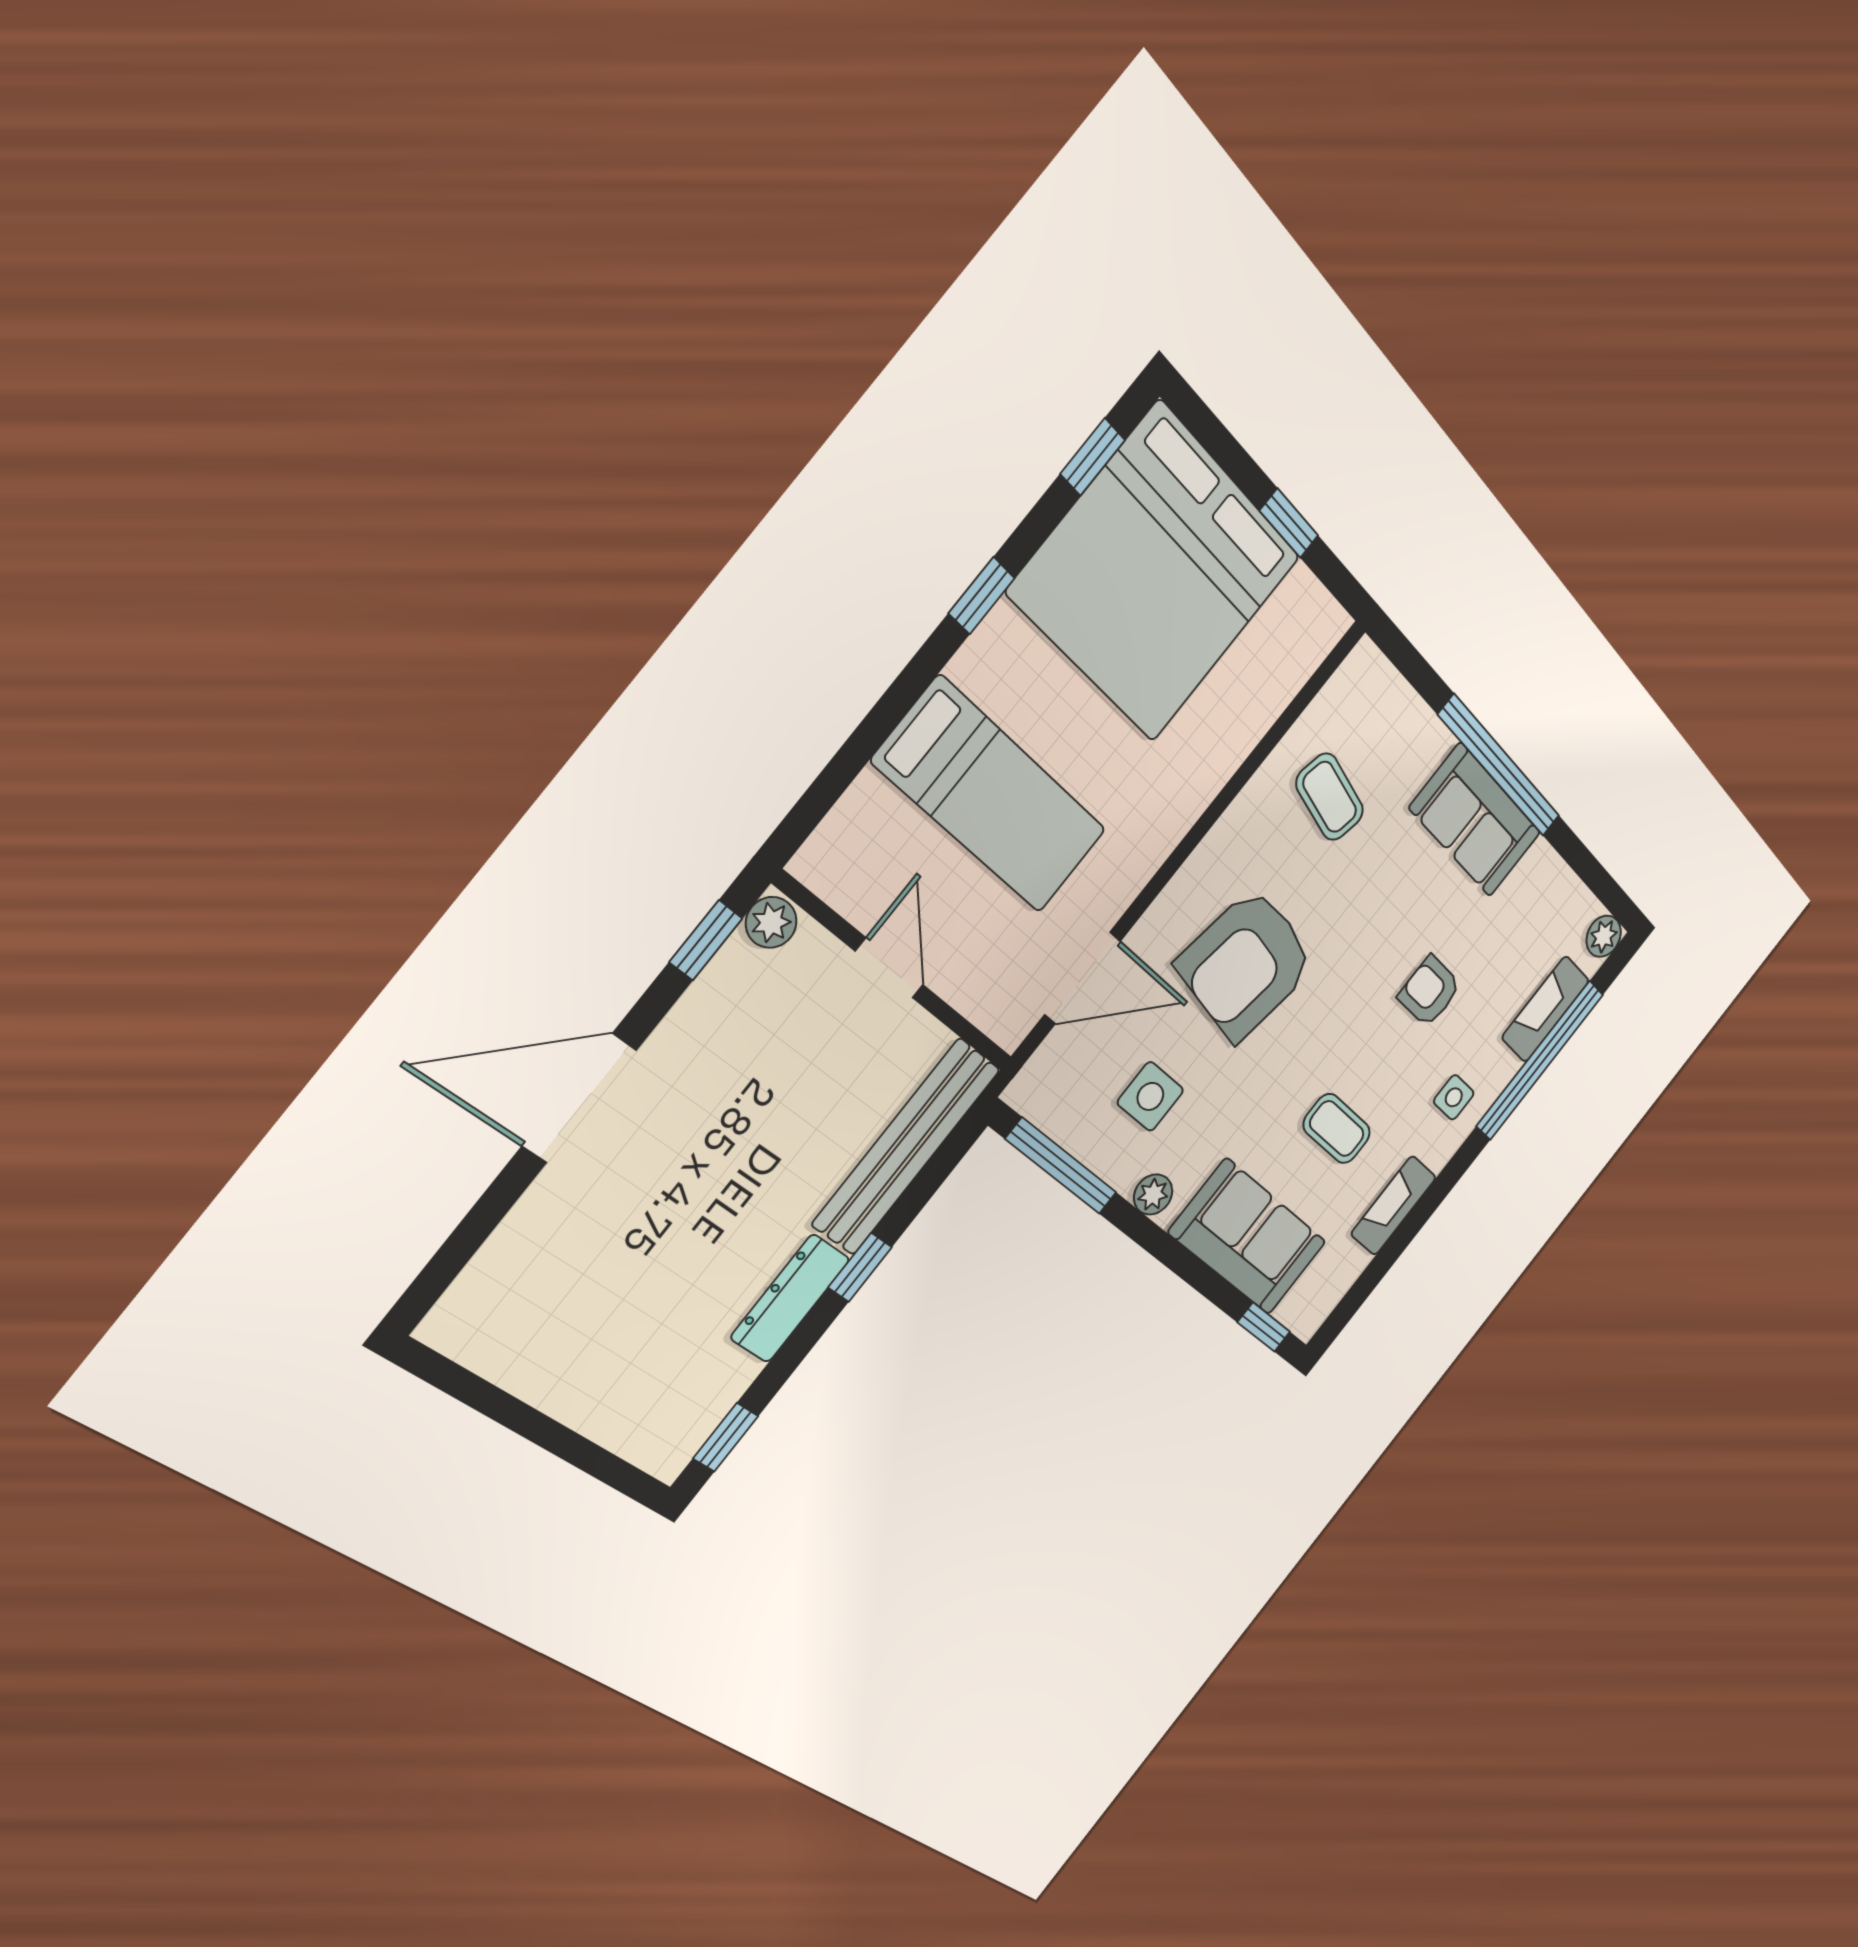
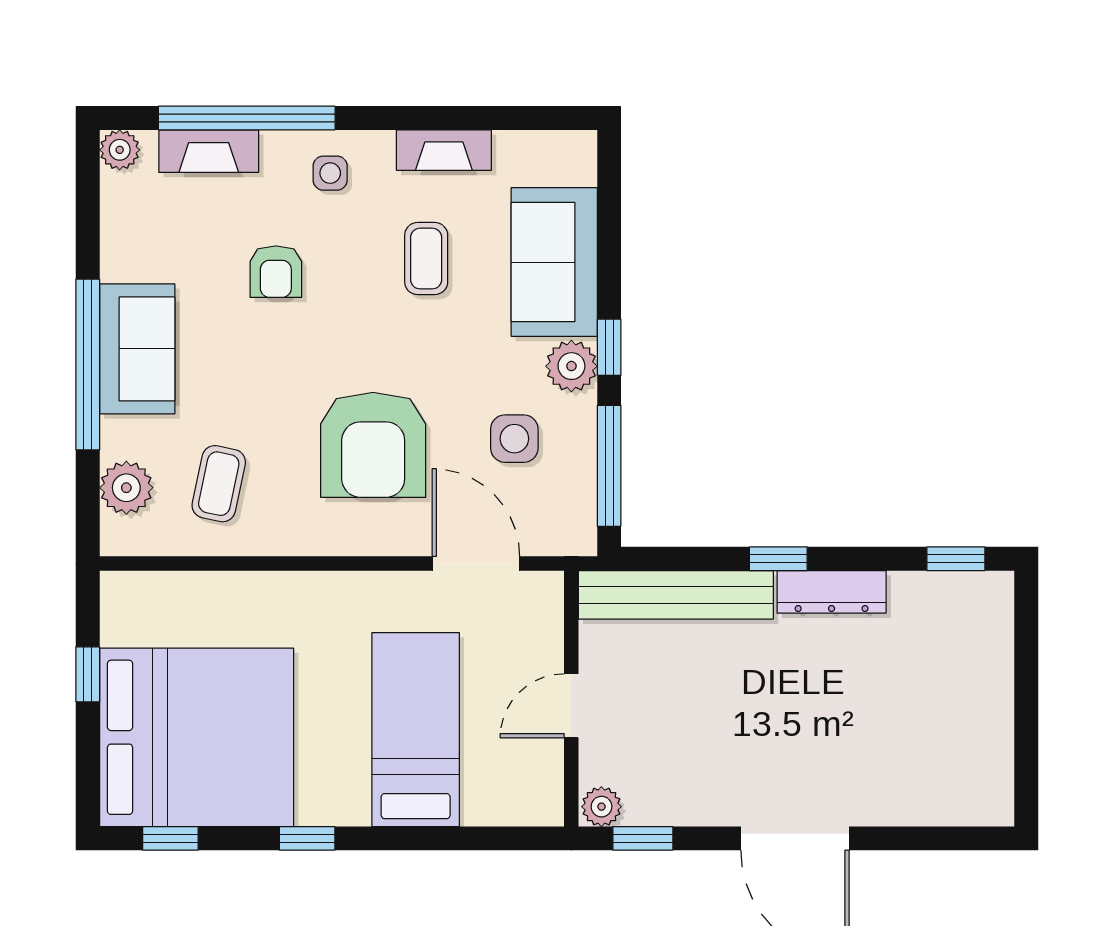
plant: (1393, 710) -> (126, 488), added
armchair: (1247, 964) -> (373, 445), turned 81
plant: (1153, 1194) -> (571, 366), width x1.38, depth x1.38
window: (1264, 1327) -> (609, 347), moved

